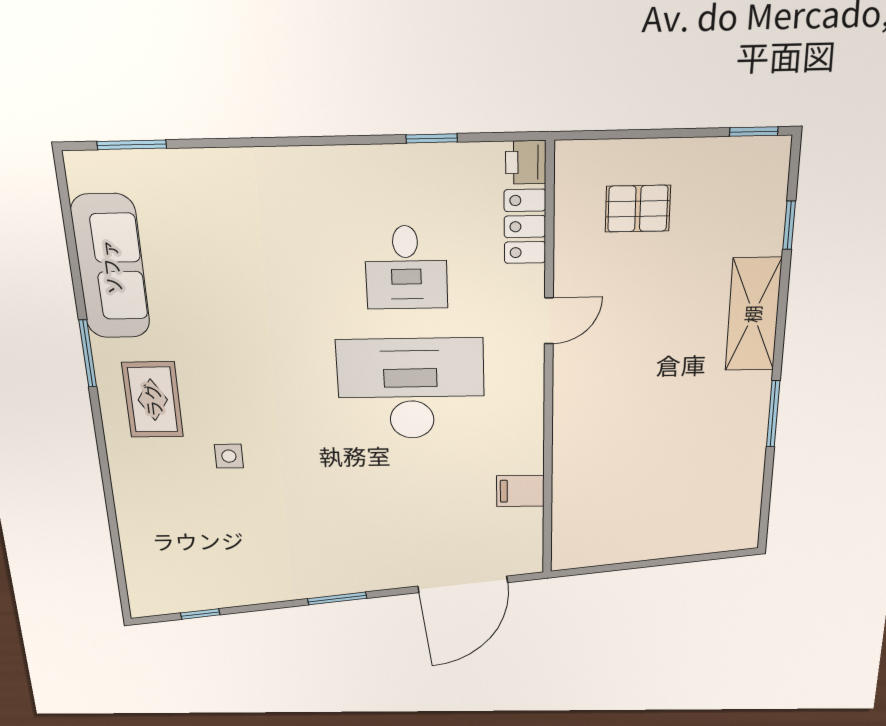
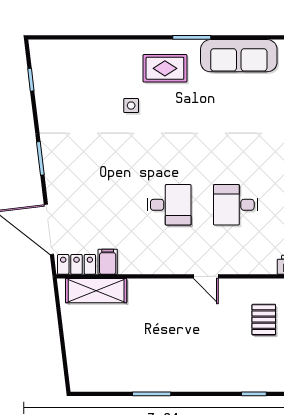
locker: (525, 227) -> (77, 264), moved
shelving: (753, 314) -> (96, 291), moved
desk: (411, 389) -> (169, 205), width x0.53, depth x0.77

